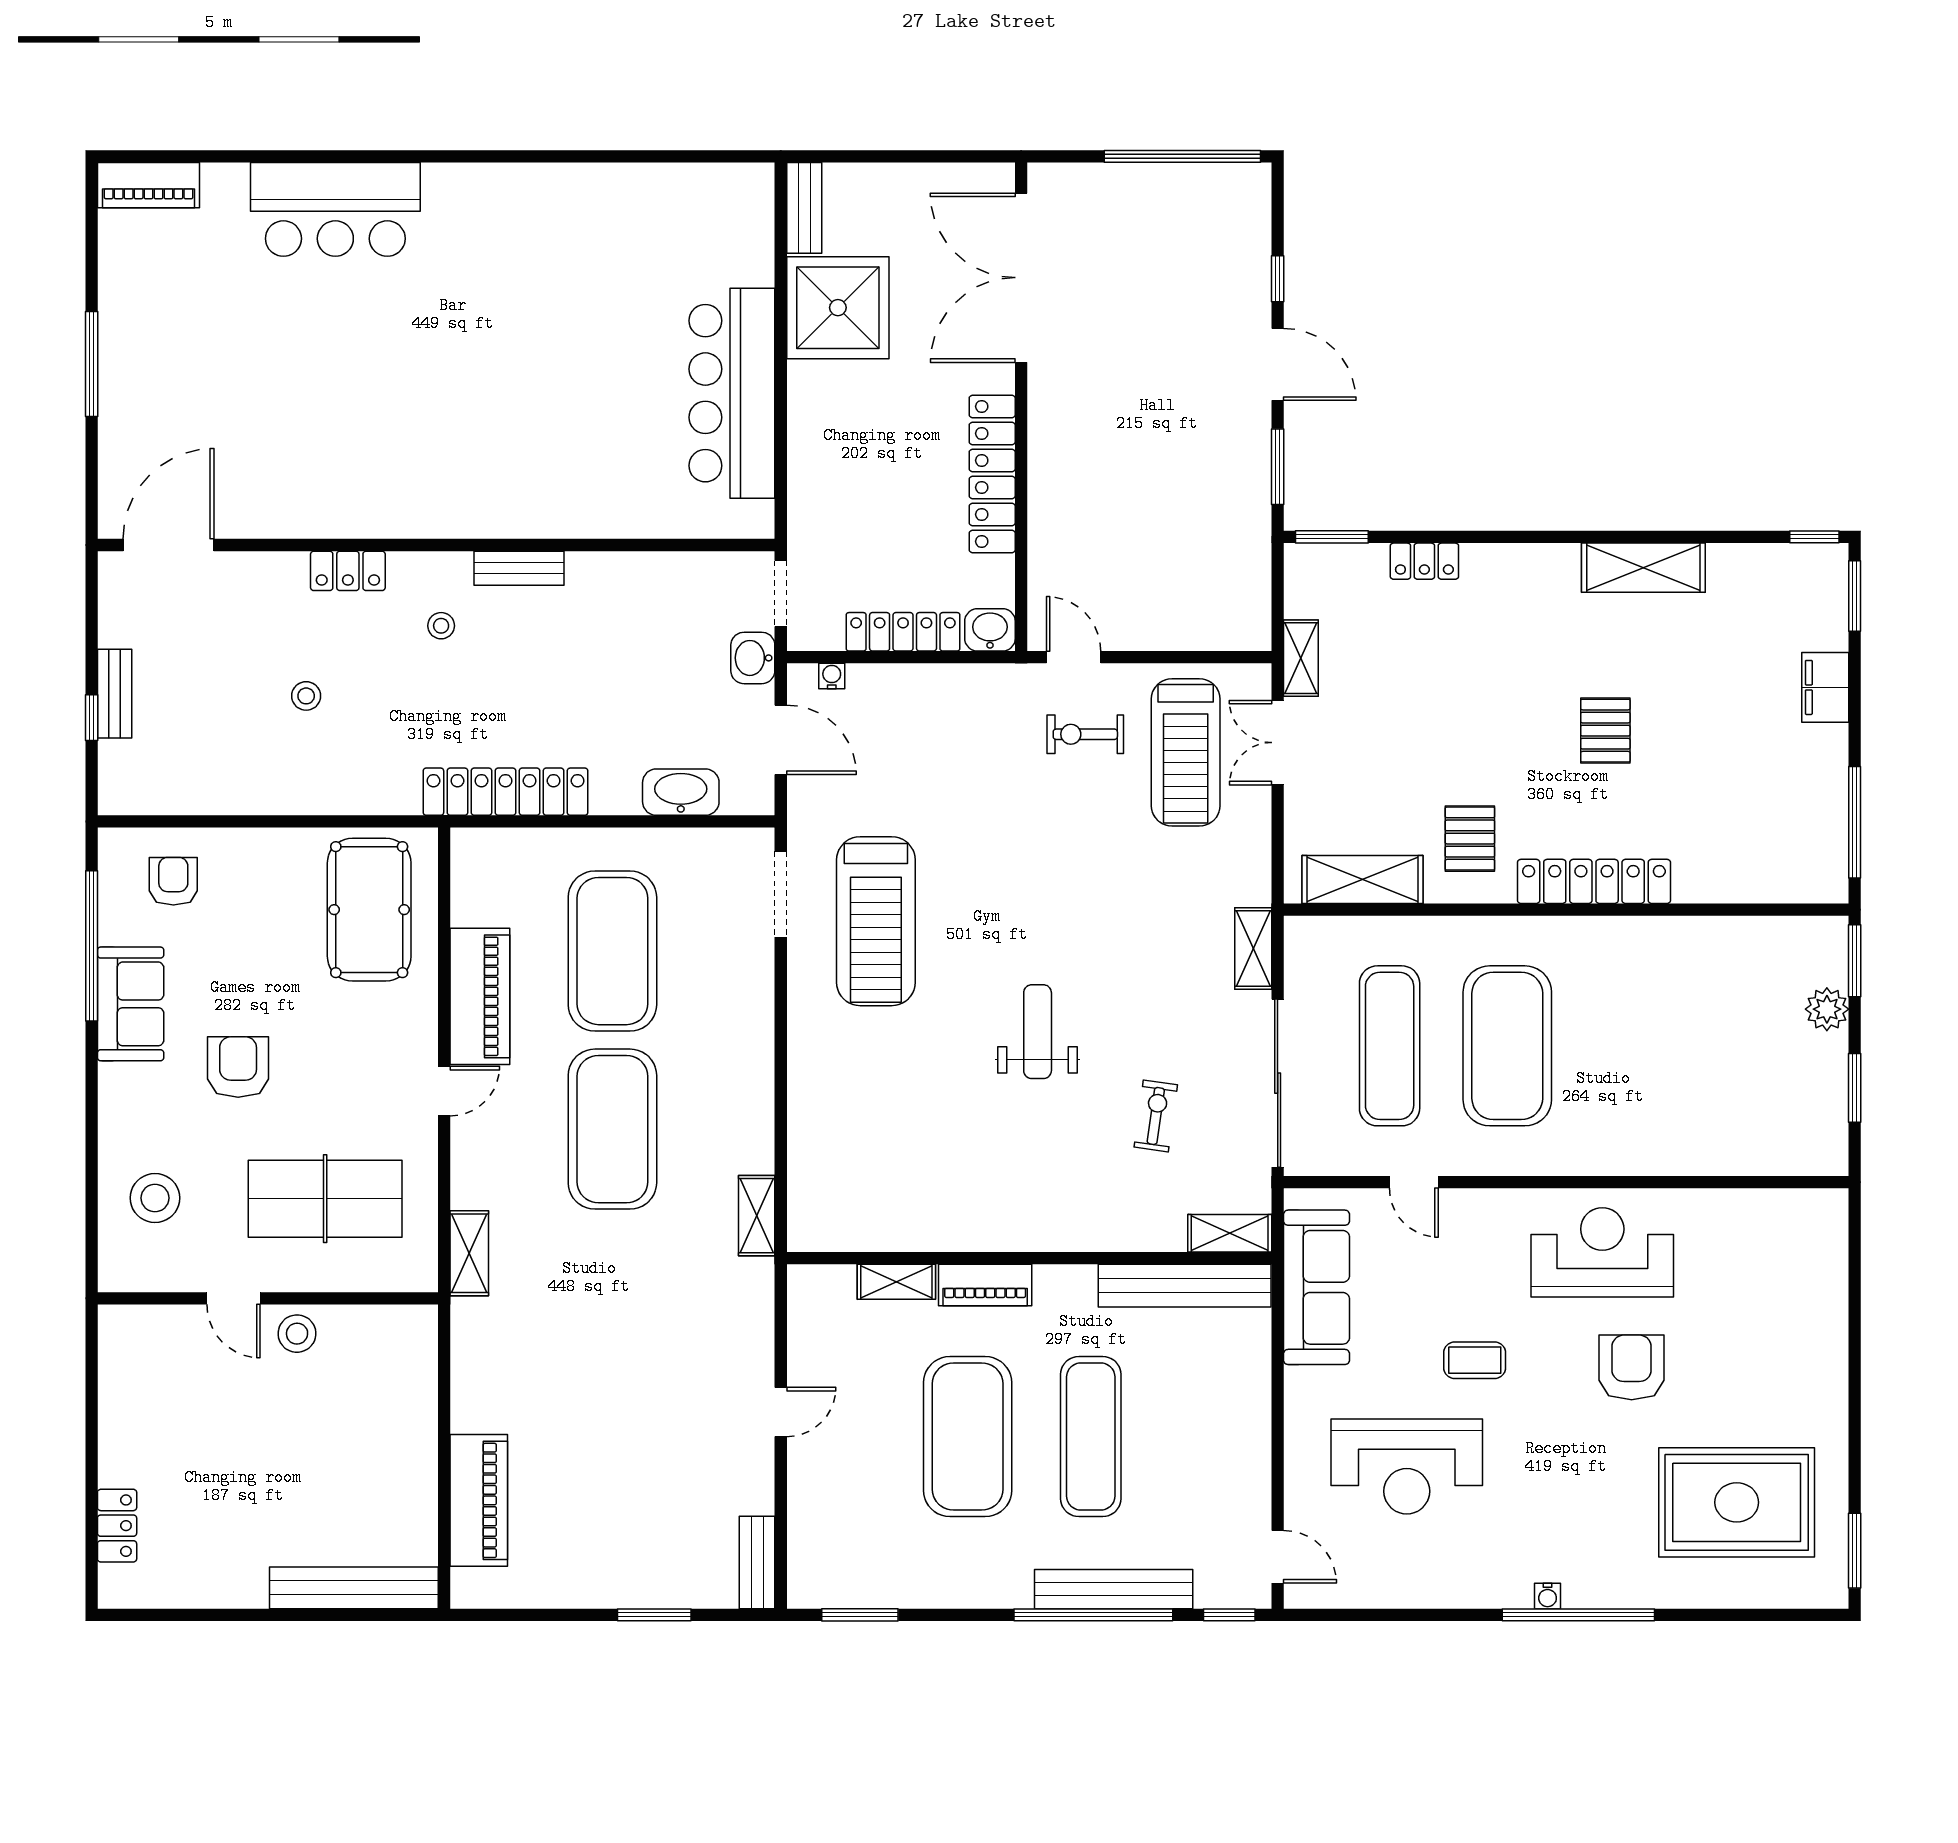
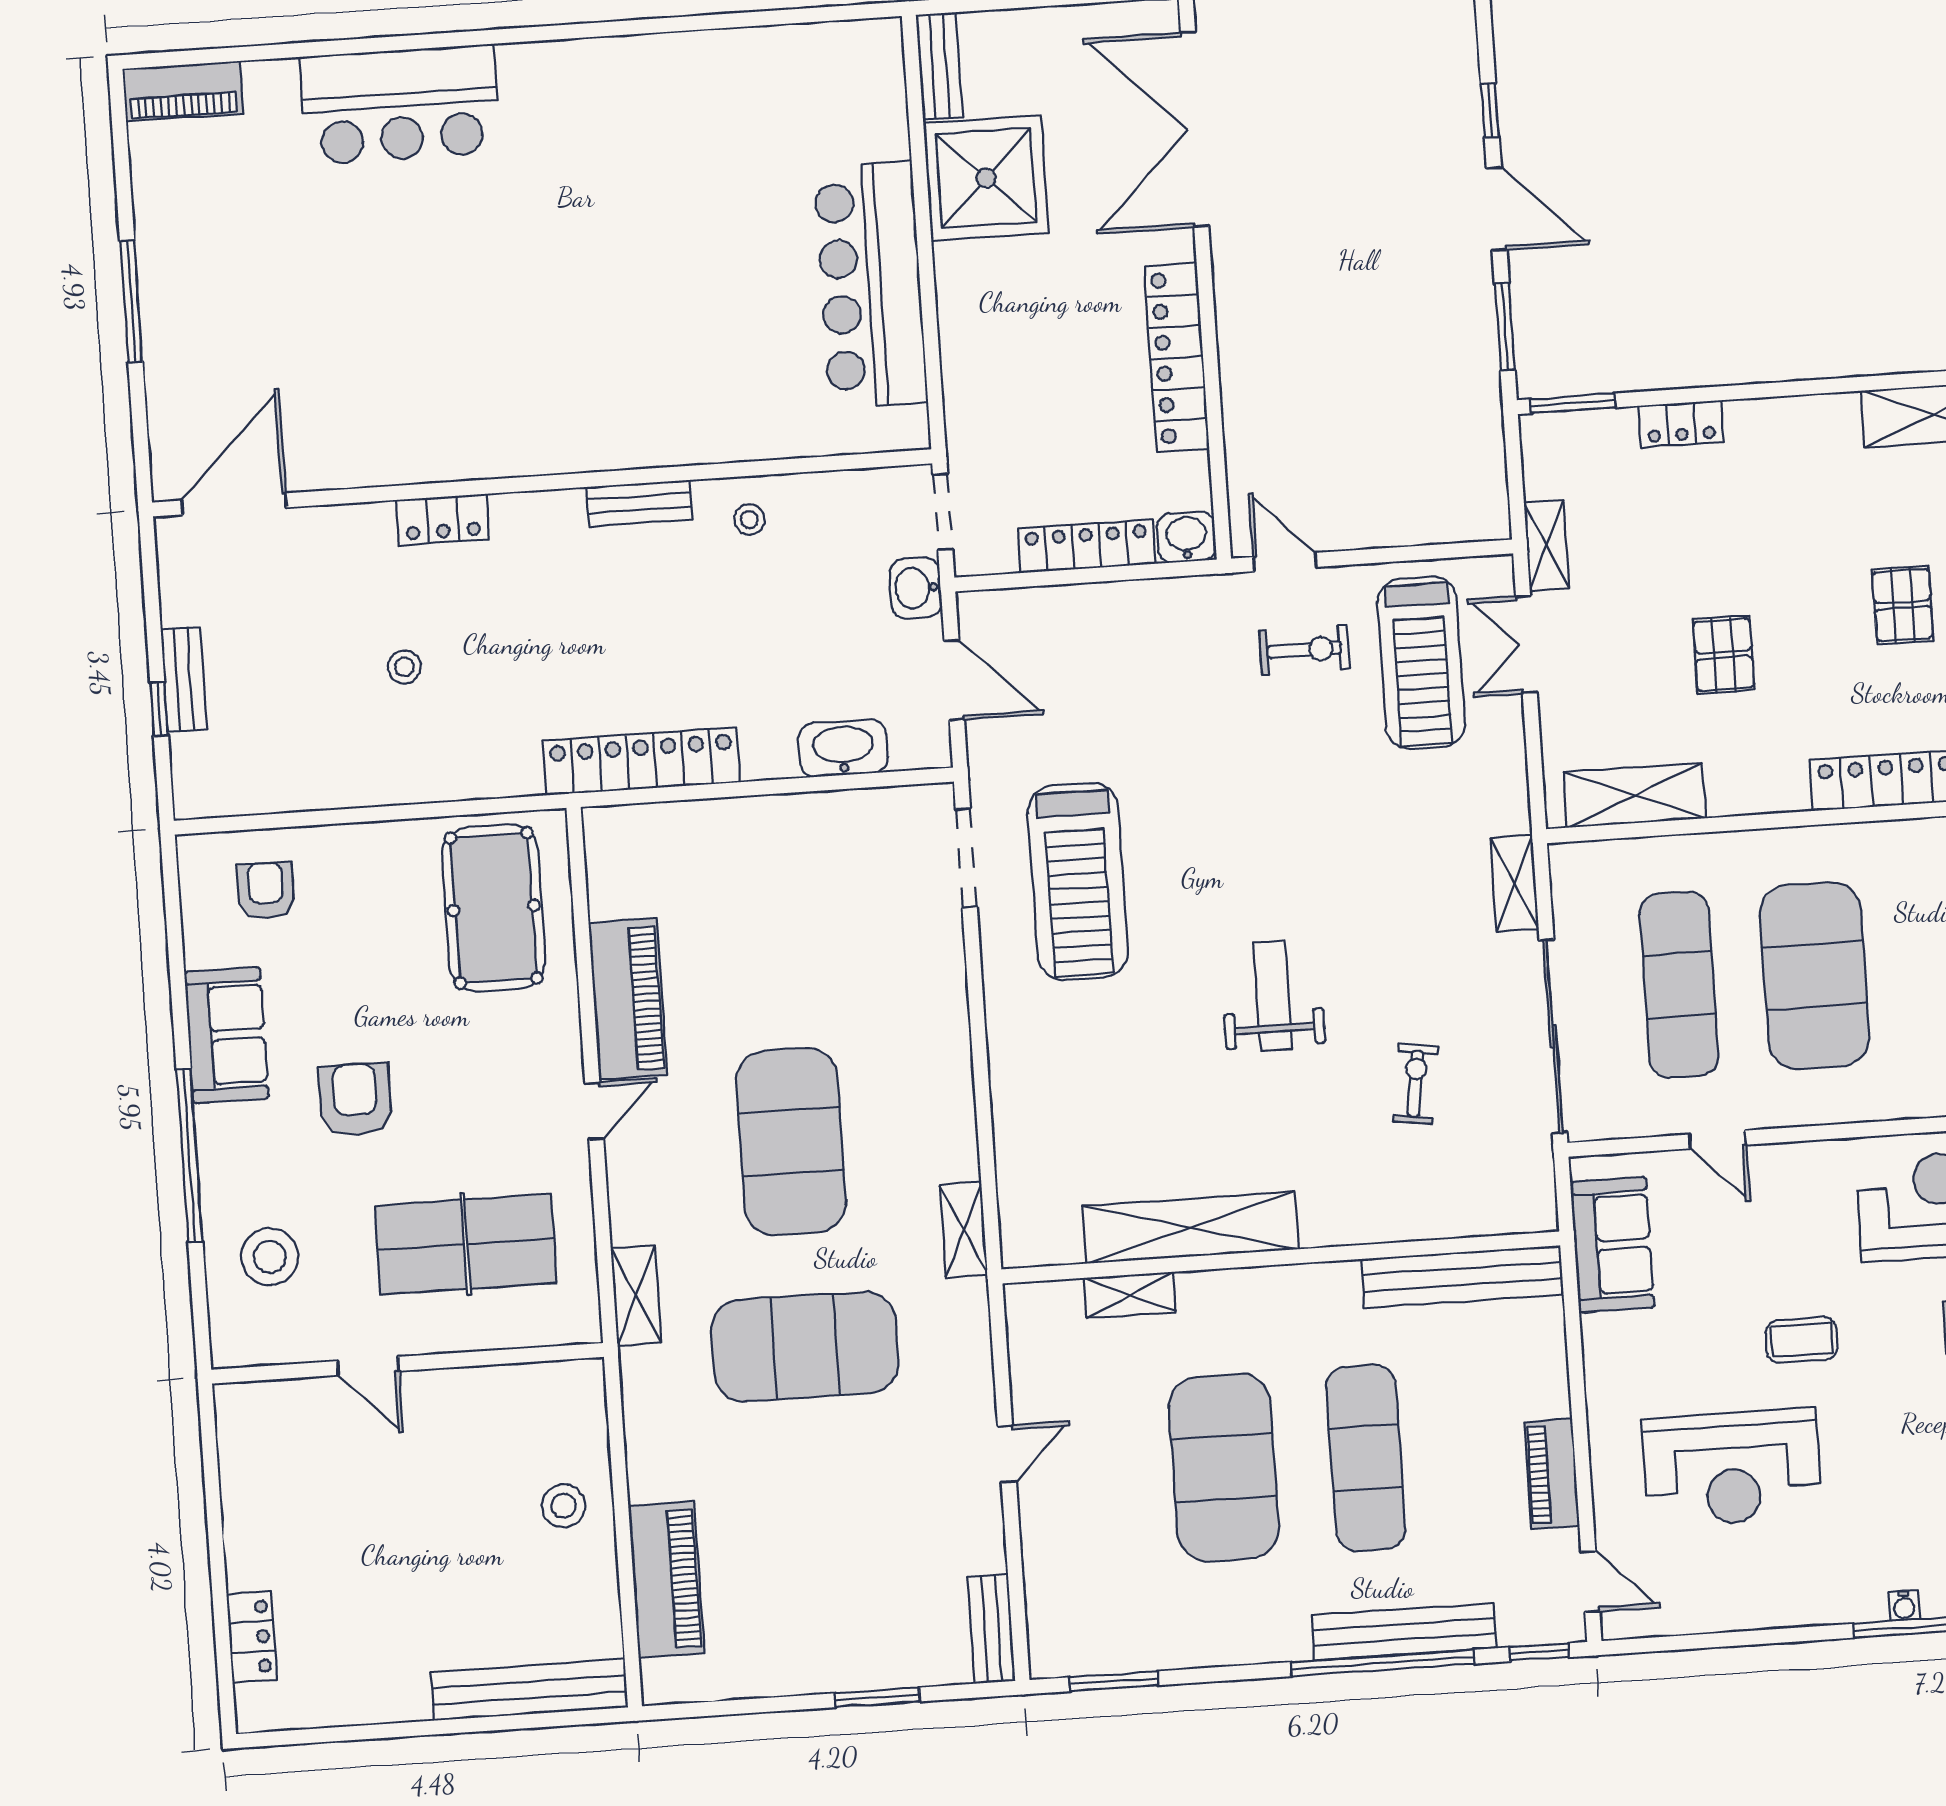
stool: (441, 626) -> (749, 520), moved
water cooler: (832, 676) -> (1008, 603), removed
exercise bike: (1085, 734) -> (1304, 650), turned 180
pallet: (1470, 839) -> (1724, 655), moved
window: (92, 946) -> (190, 1156), moved
exercise mat: (612, 951) -> (805, 1346), moved, turned 90
shelving: (1230, 1233) -> (1191, 1228), moved, width x2.20, depth x1.33
piano: (985, 1285) -> (1552, 1474), moved, turned 90
sofa: (1316, 1287) -> (1612, 1245), width x0.73
stool: (297, 1334) -> (564, 1506), moved

